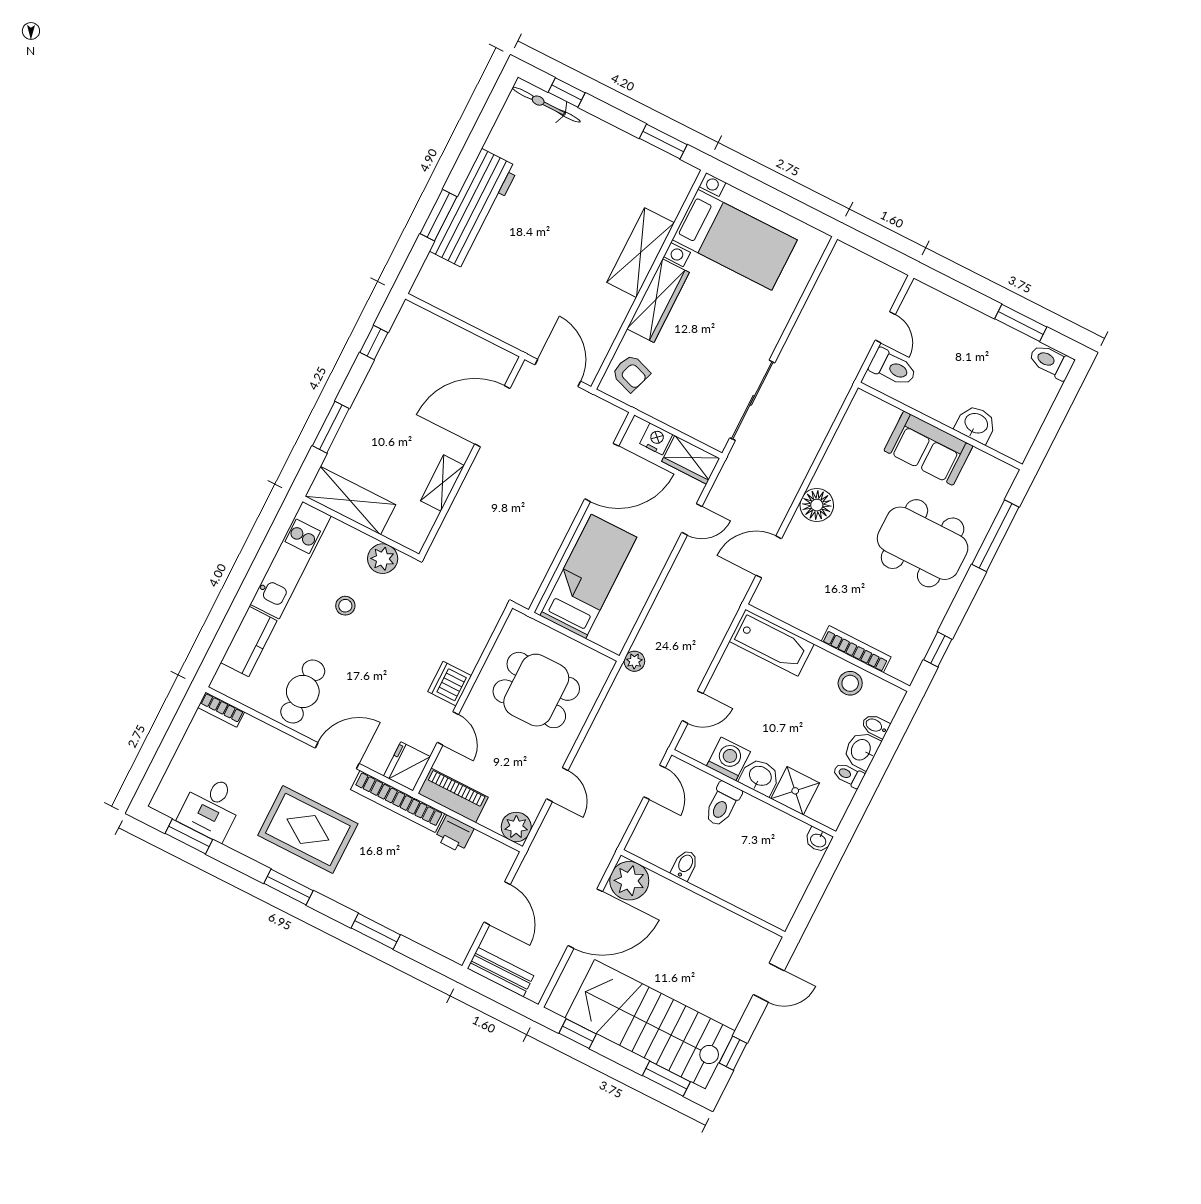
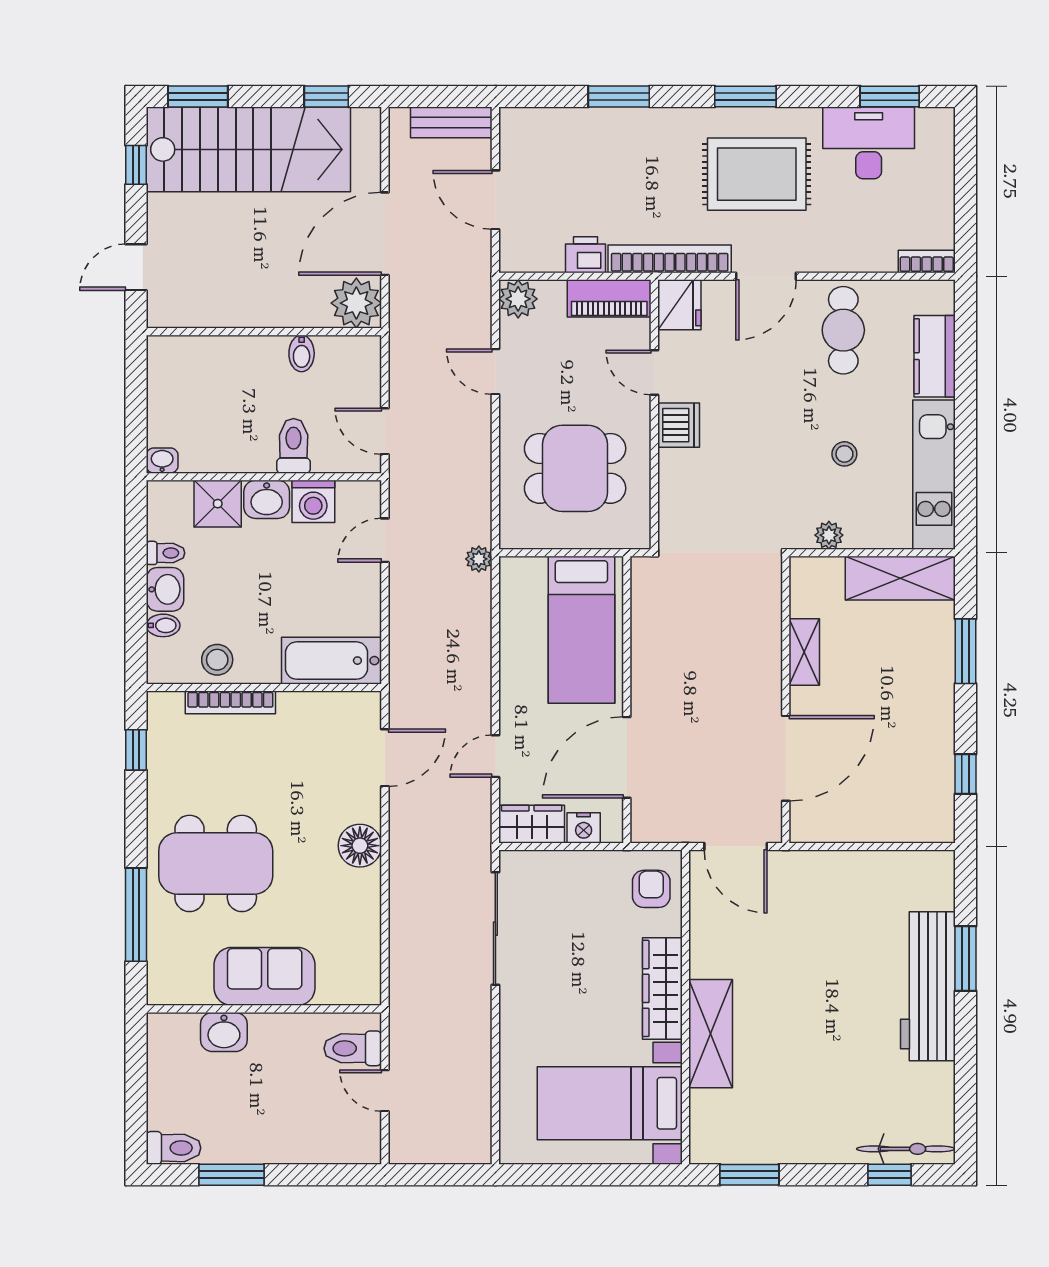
armchair: (631, 373) -> (651, 889), turned 71
plant: (383, 559) -> (829, 535), width x0.73, depth x0.73
desk: (211, 807) -> (869, 143), width x1.37

